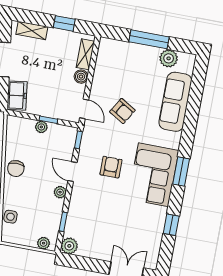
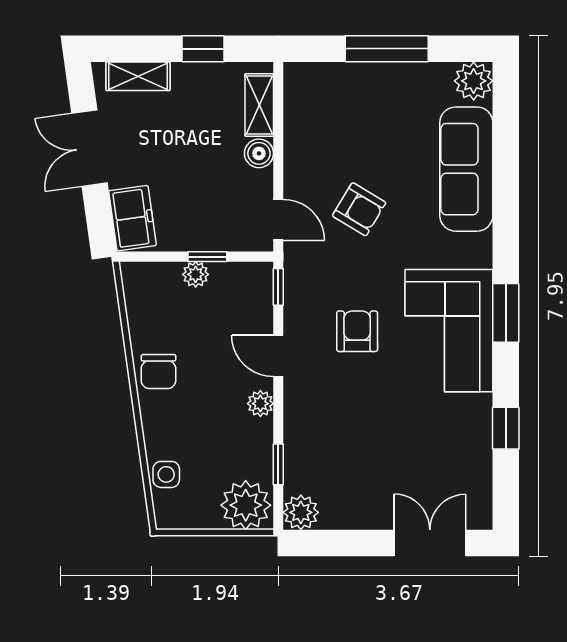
plant: (169, 58) -> (474, 81), moved
plant: (44, 243) -> (246, 505), width x1.88, depth x1.88

